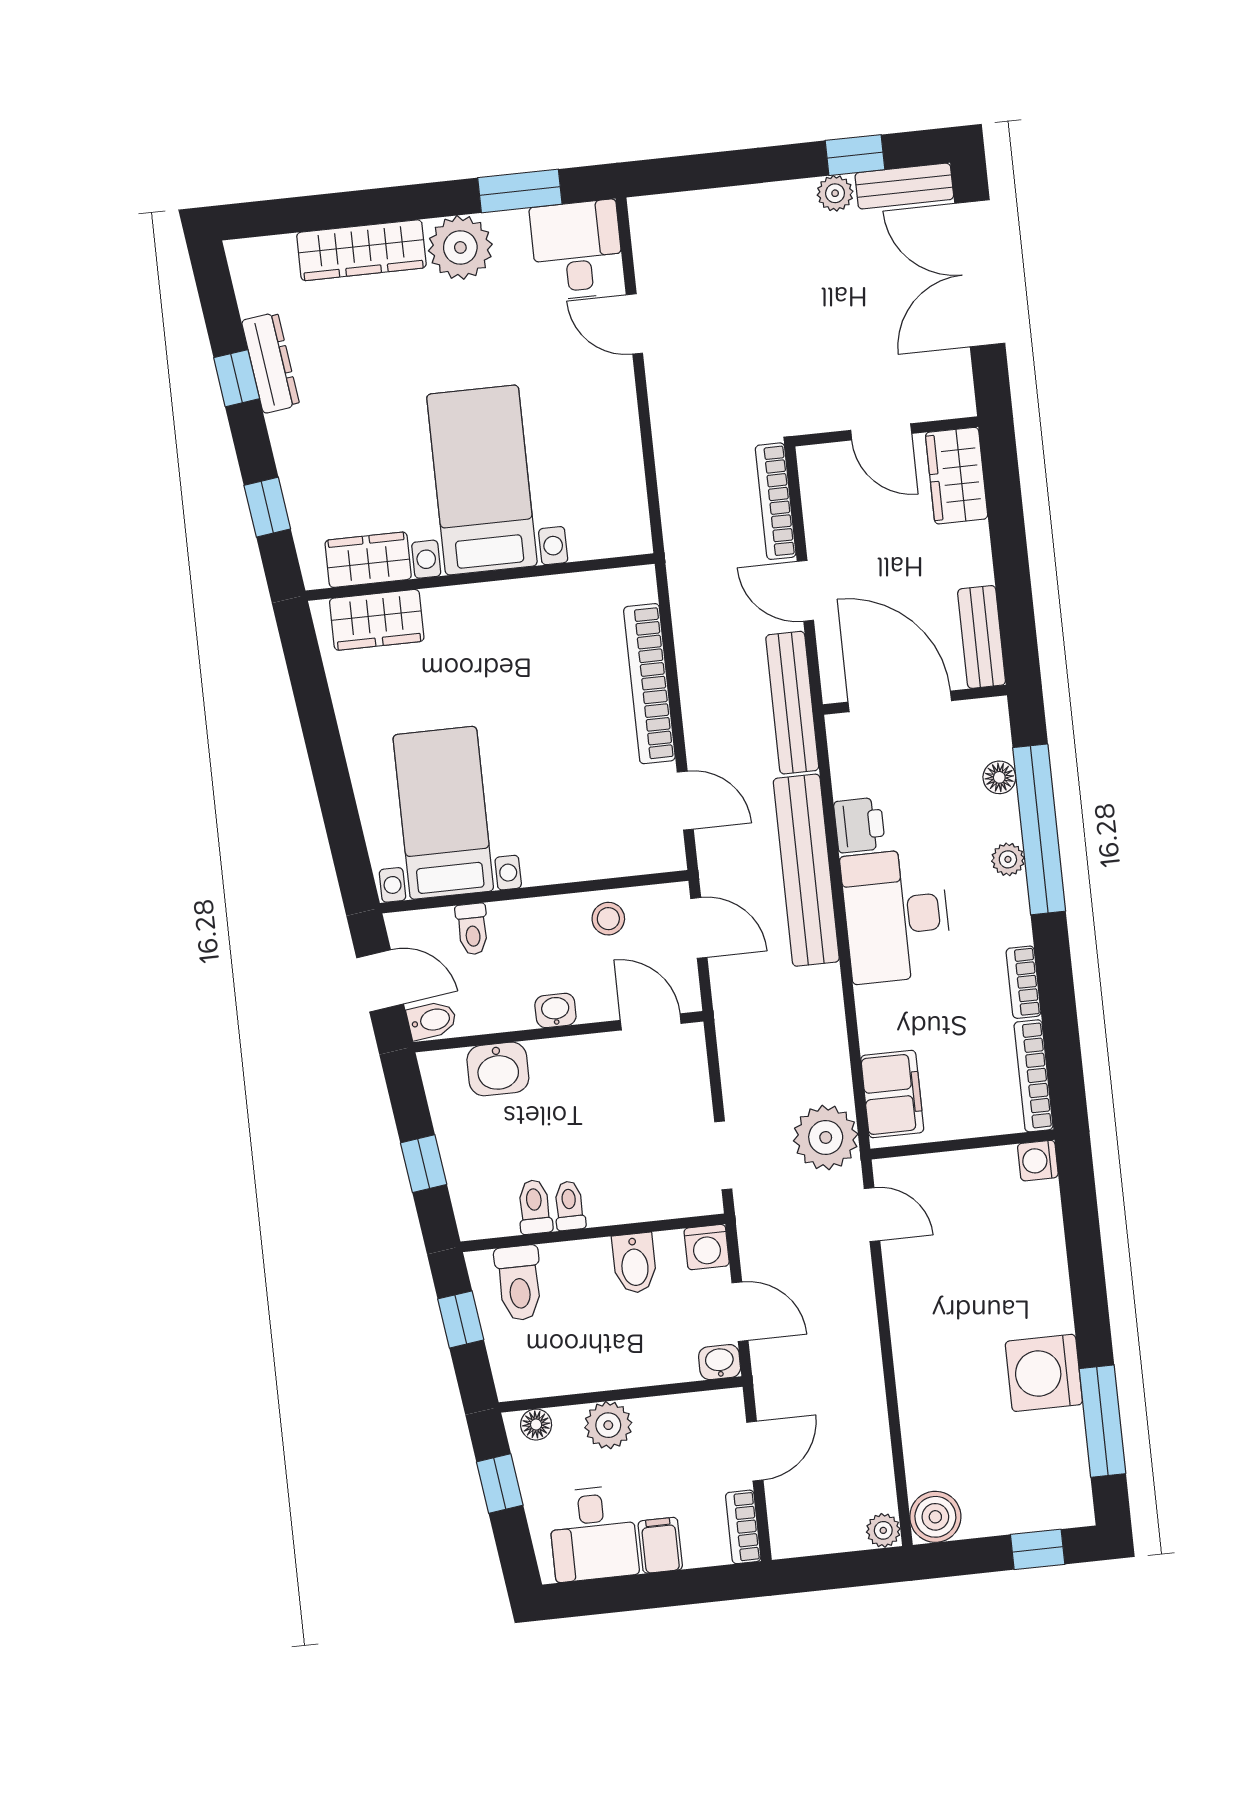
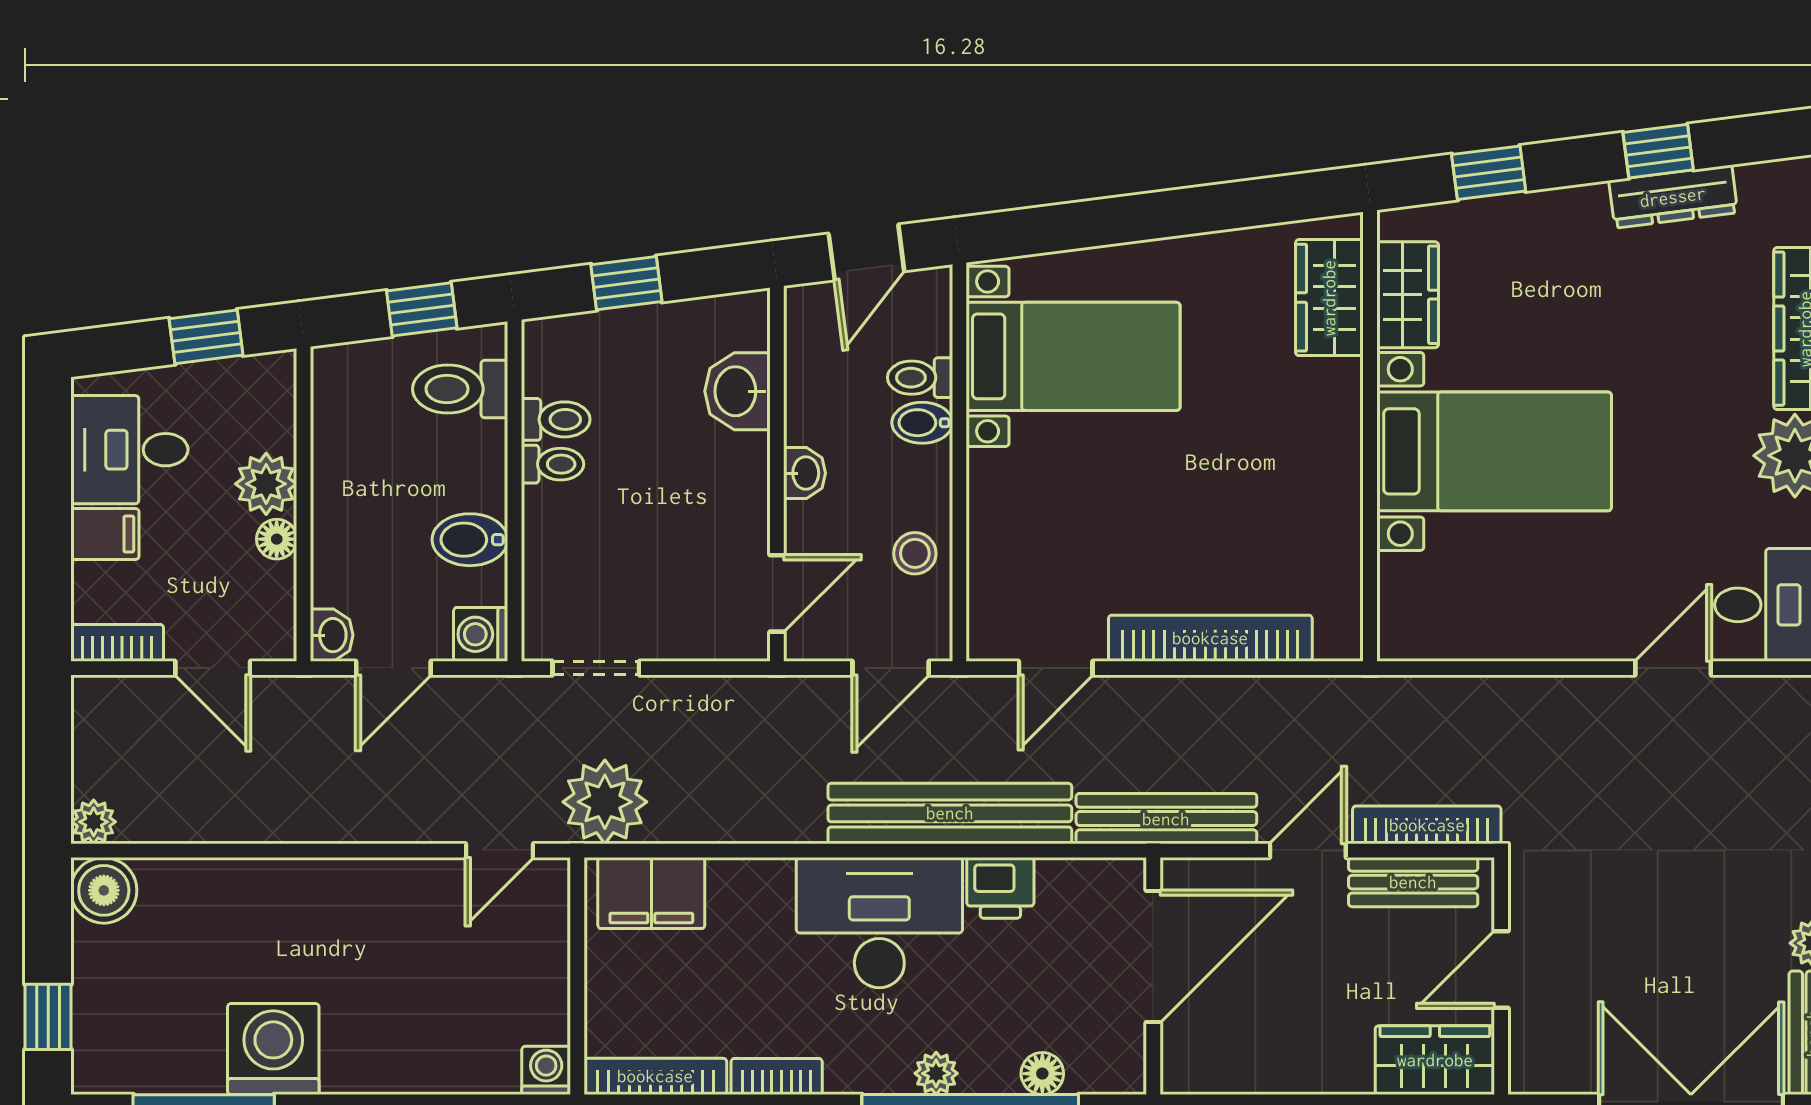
bench: (982, 637) -> (1413, 882), moved
bidet: (432, 1020) -> (922, 423), moved, turned 97
floor lamp: (536, 1425) -> (277, 539), moved

